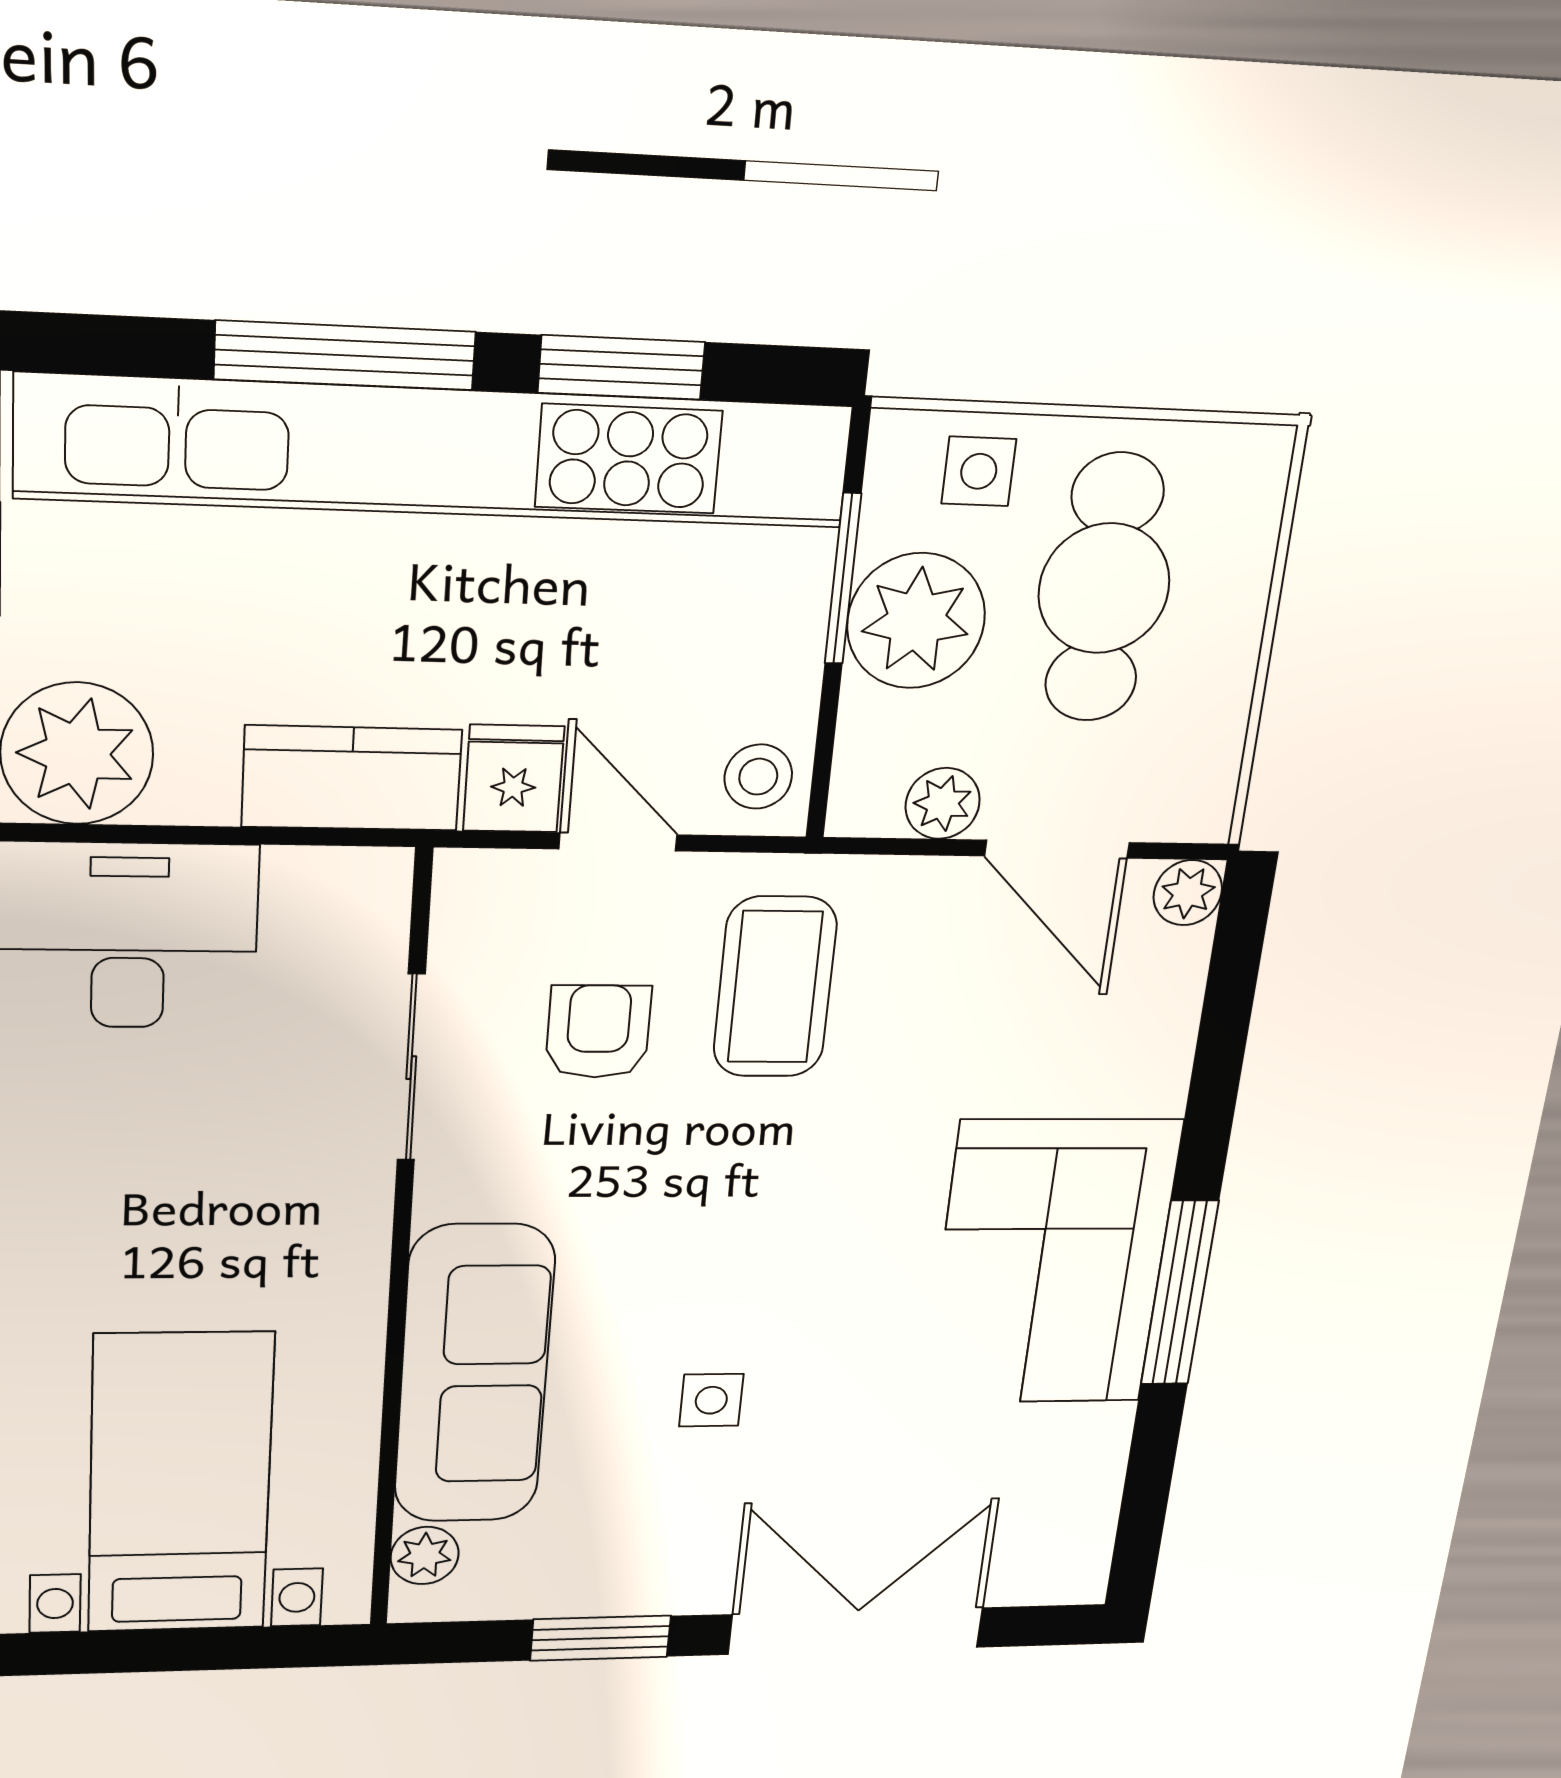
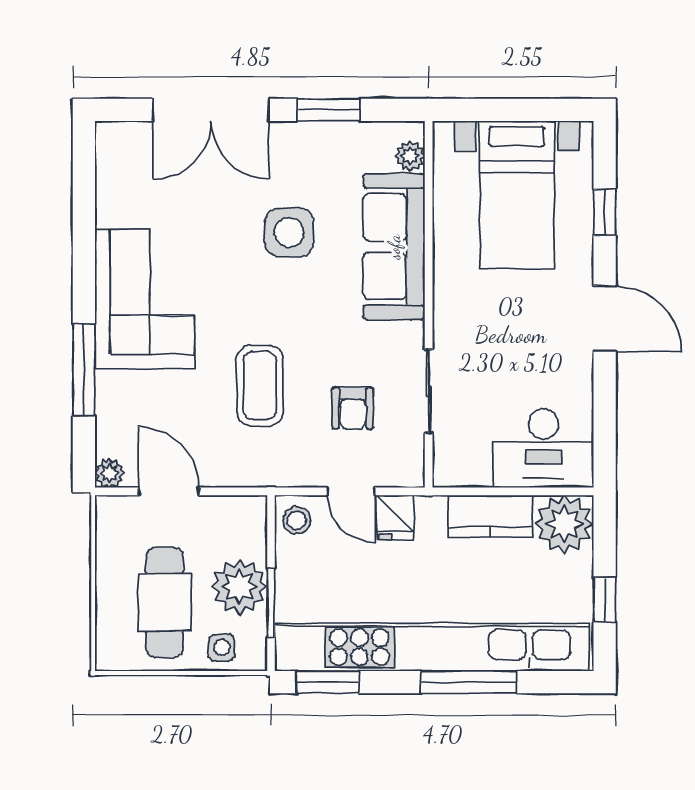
window: (621, 367) -> (328, 682), moved
kitchen counter: (352, 778) -> (491, 516), moved
plant: (943, 803) -> (219, 510), removed
coffee table: (775, 987) -> (260, 385), moved
window: (1180, 1293) -> (84, 370), moved
side table: (711, 1400) -> (289, 232), width x1.87, depth x1.87

